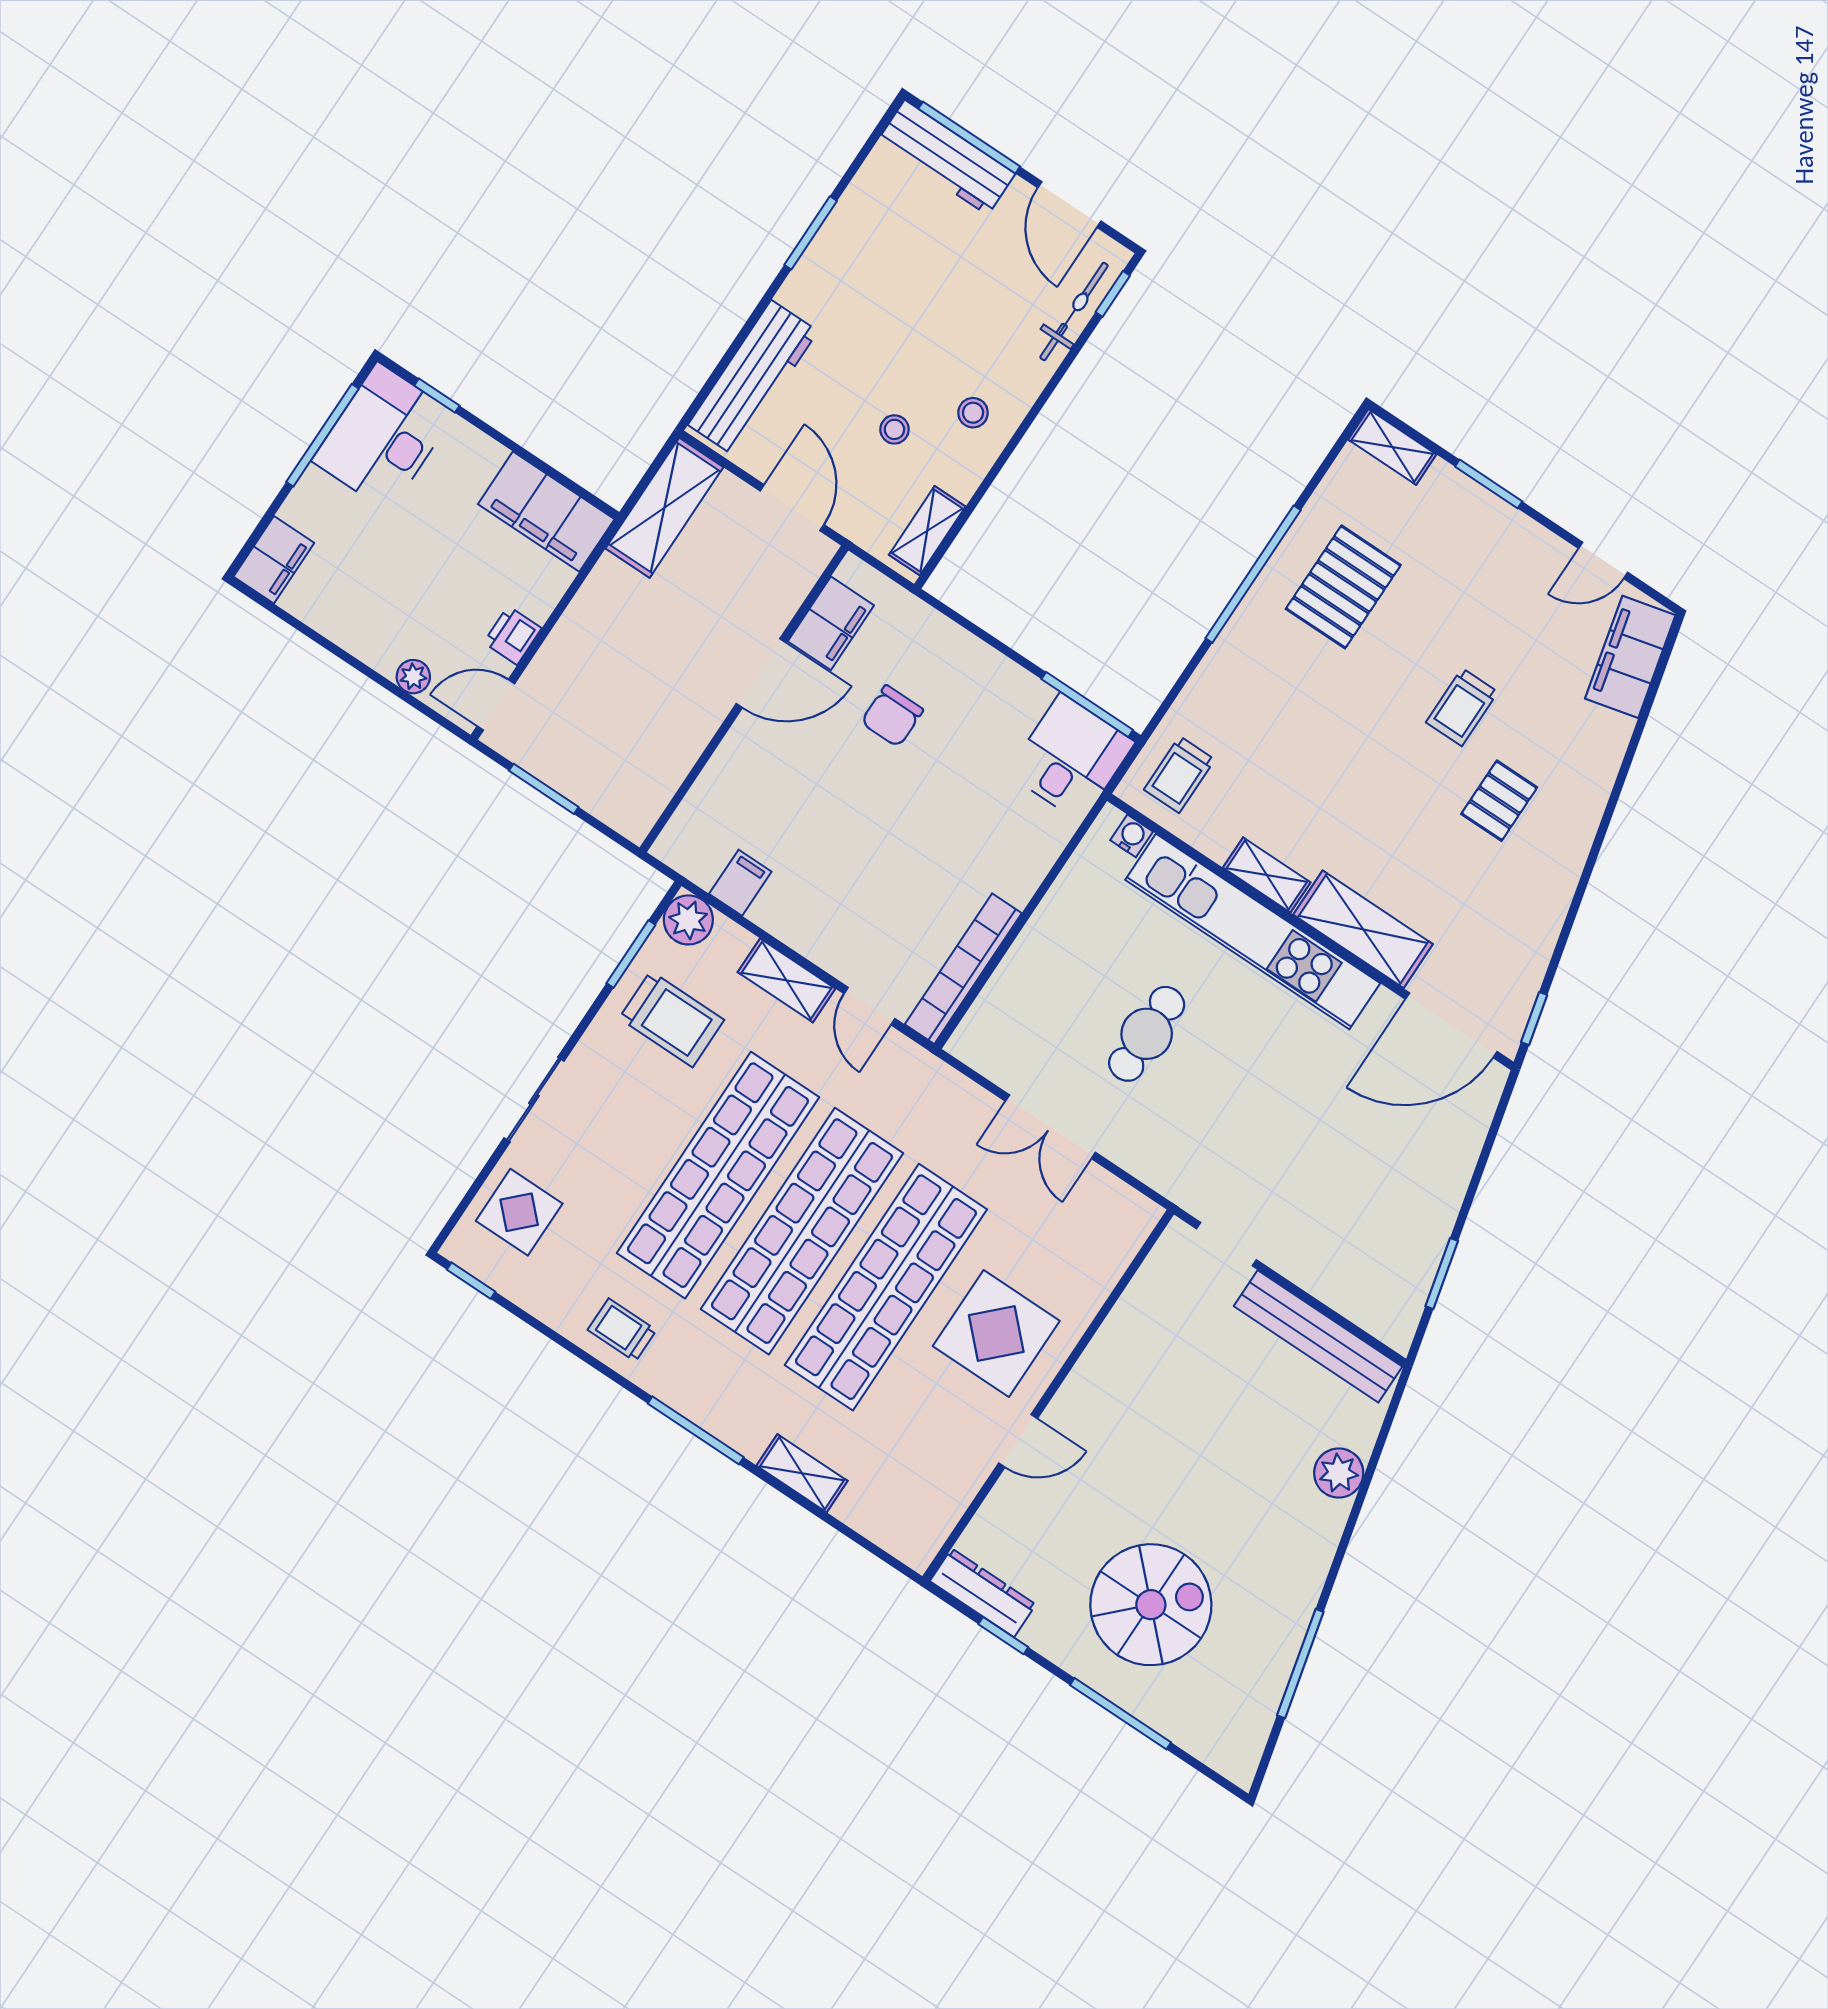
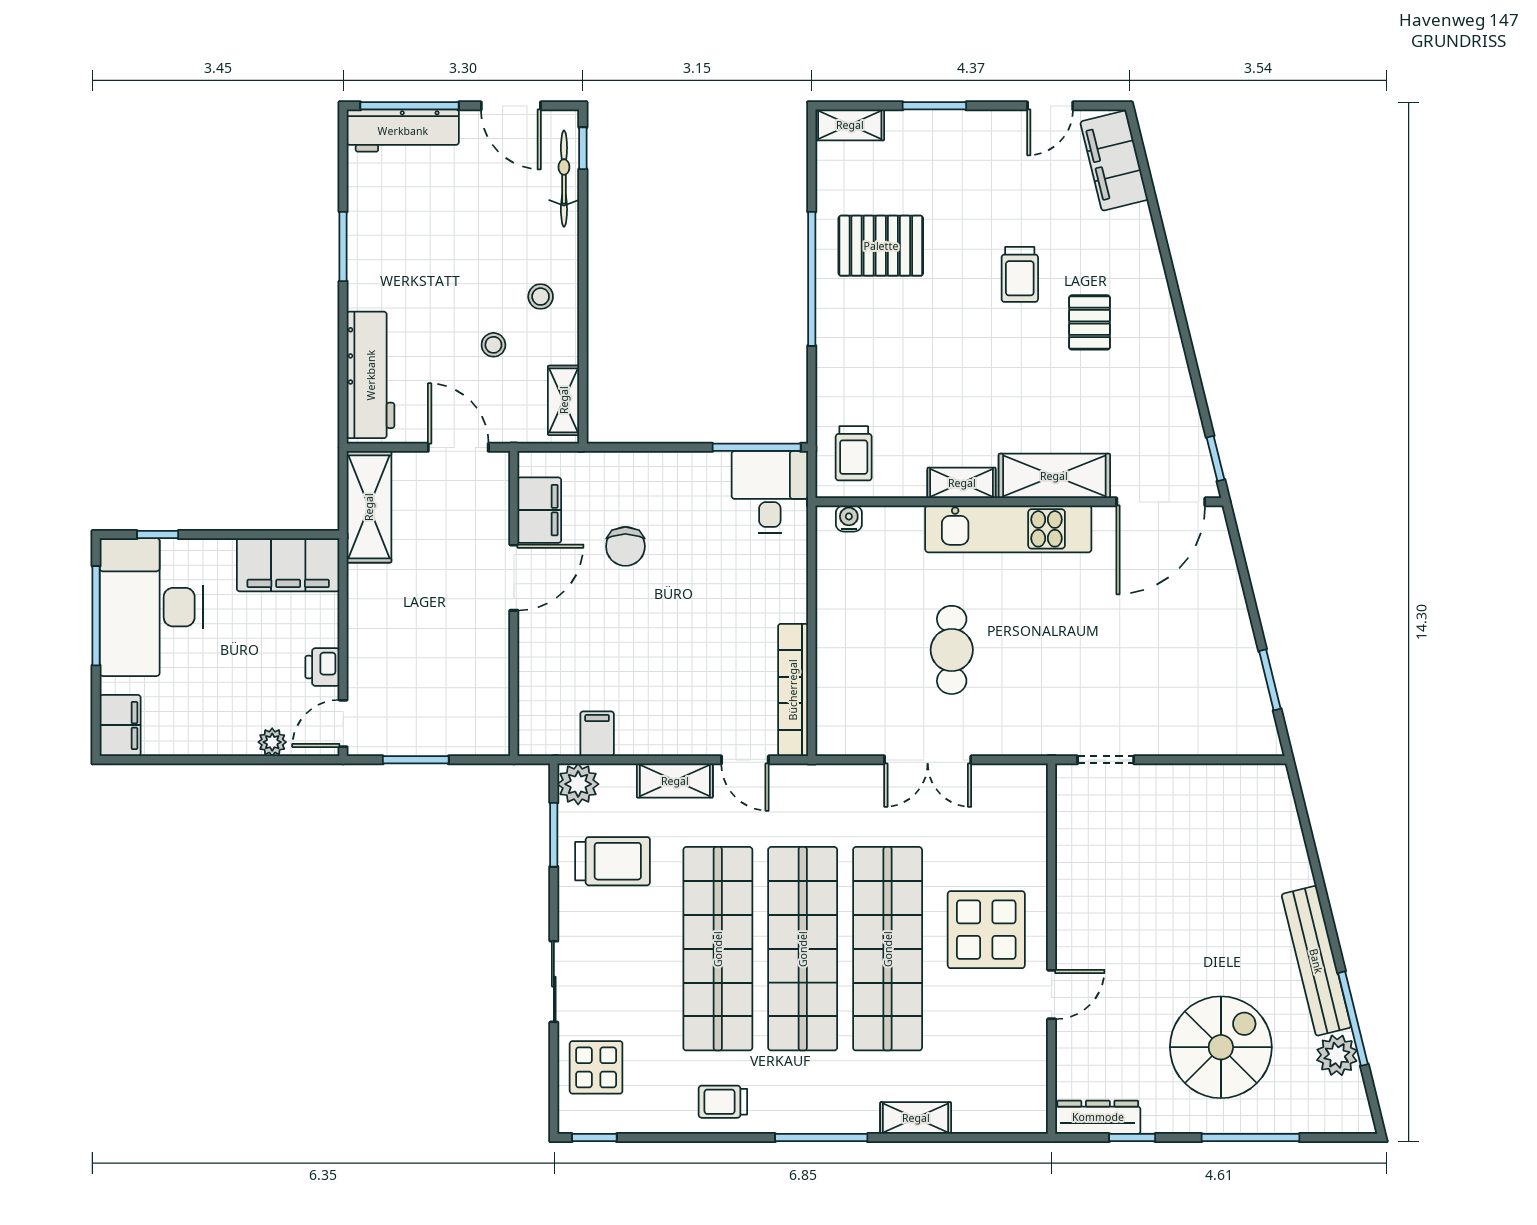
desk: (383, 437) -> (151, 607), width x1.36, depth x1.30
pallet: (1343, 587) -> (881, 246), turned 90
kitchen unit: (1253, 931) -> (1008, 529), width x0.73
bench: (1318, 1336) -> (1316, 961), moved, turned 76
plant: (1339, 1473) -> (1337, 1055), moved

